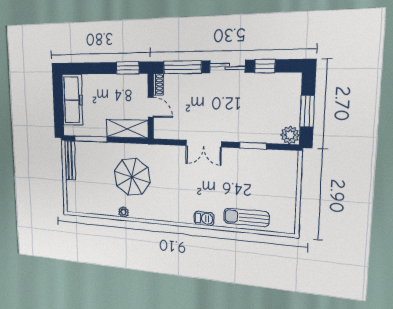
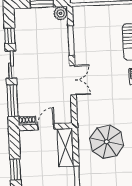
window: (128, 68) -> (15, 170), moved
window: (253, 146) -> (71, 41), width x1.44

